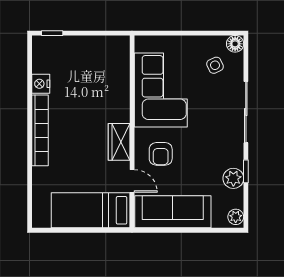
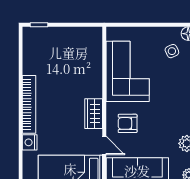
nightstand: (41, 84) -> (30, 142), moved
armchair: (161, 154) -> (128, 123), turned 90

